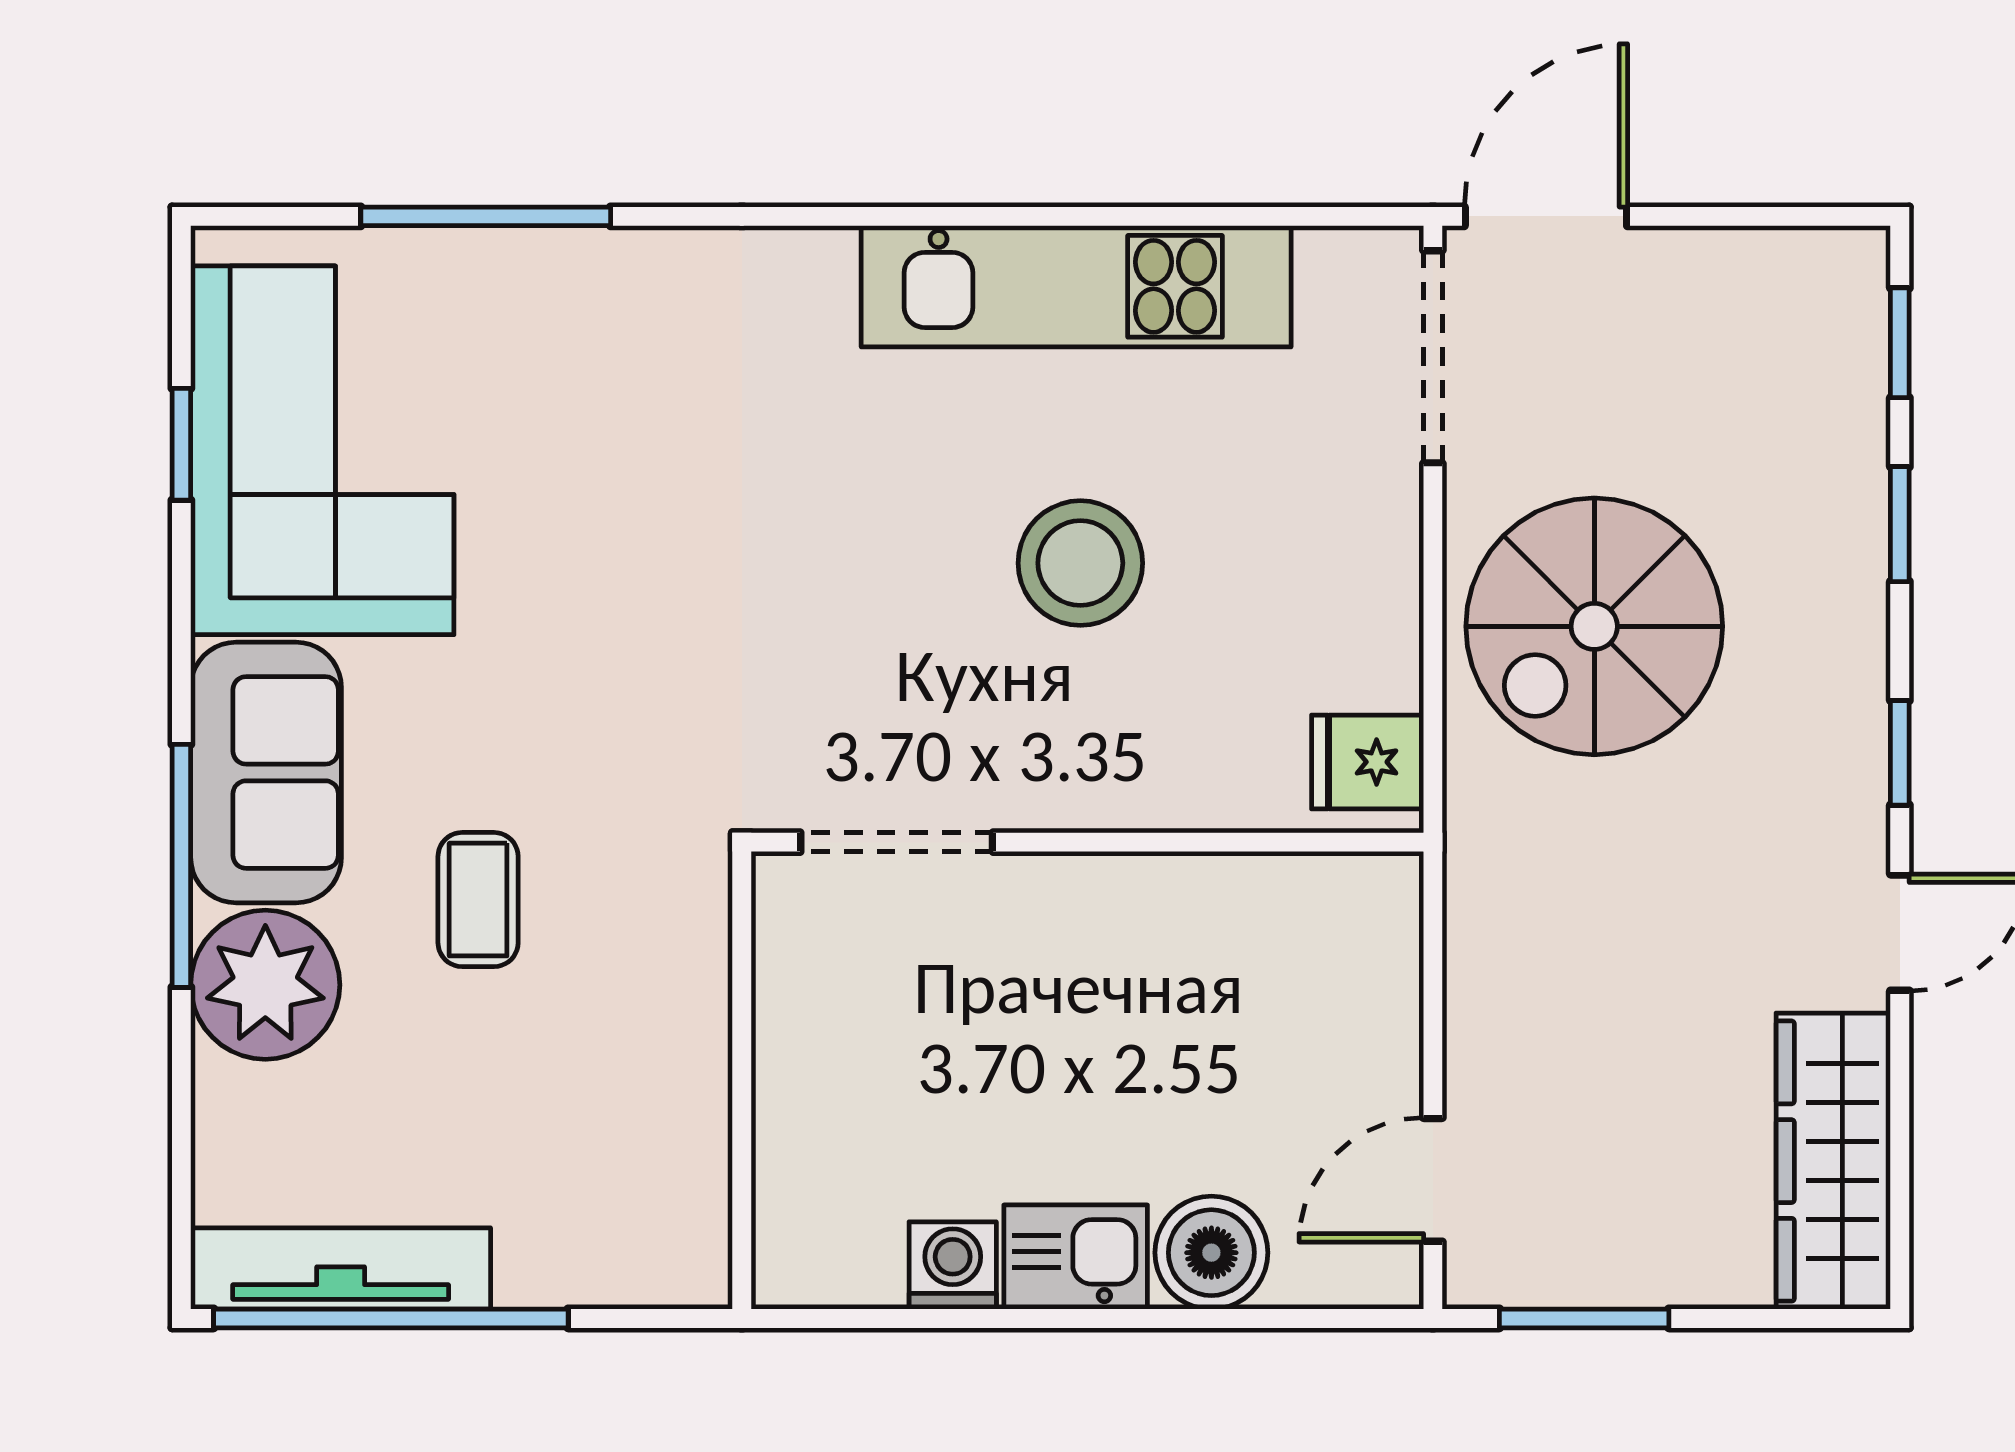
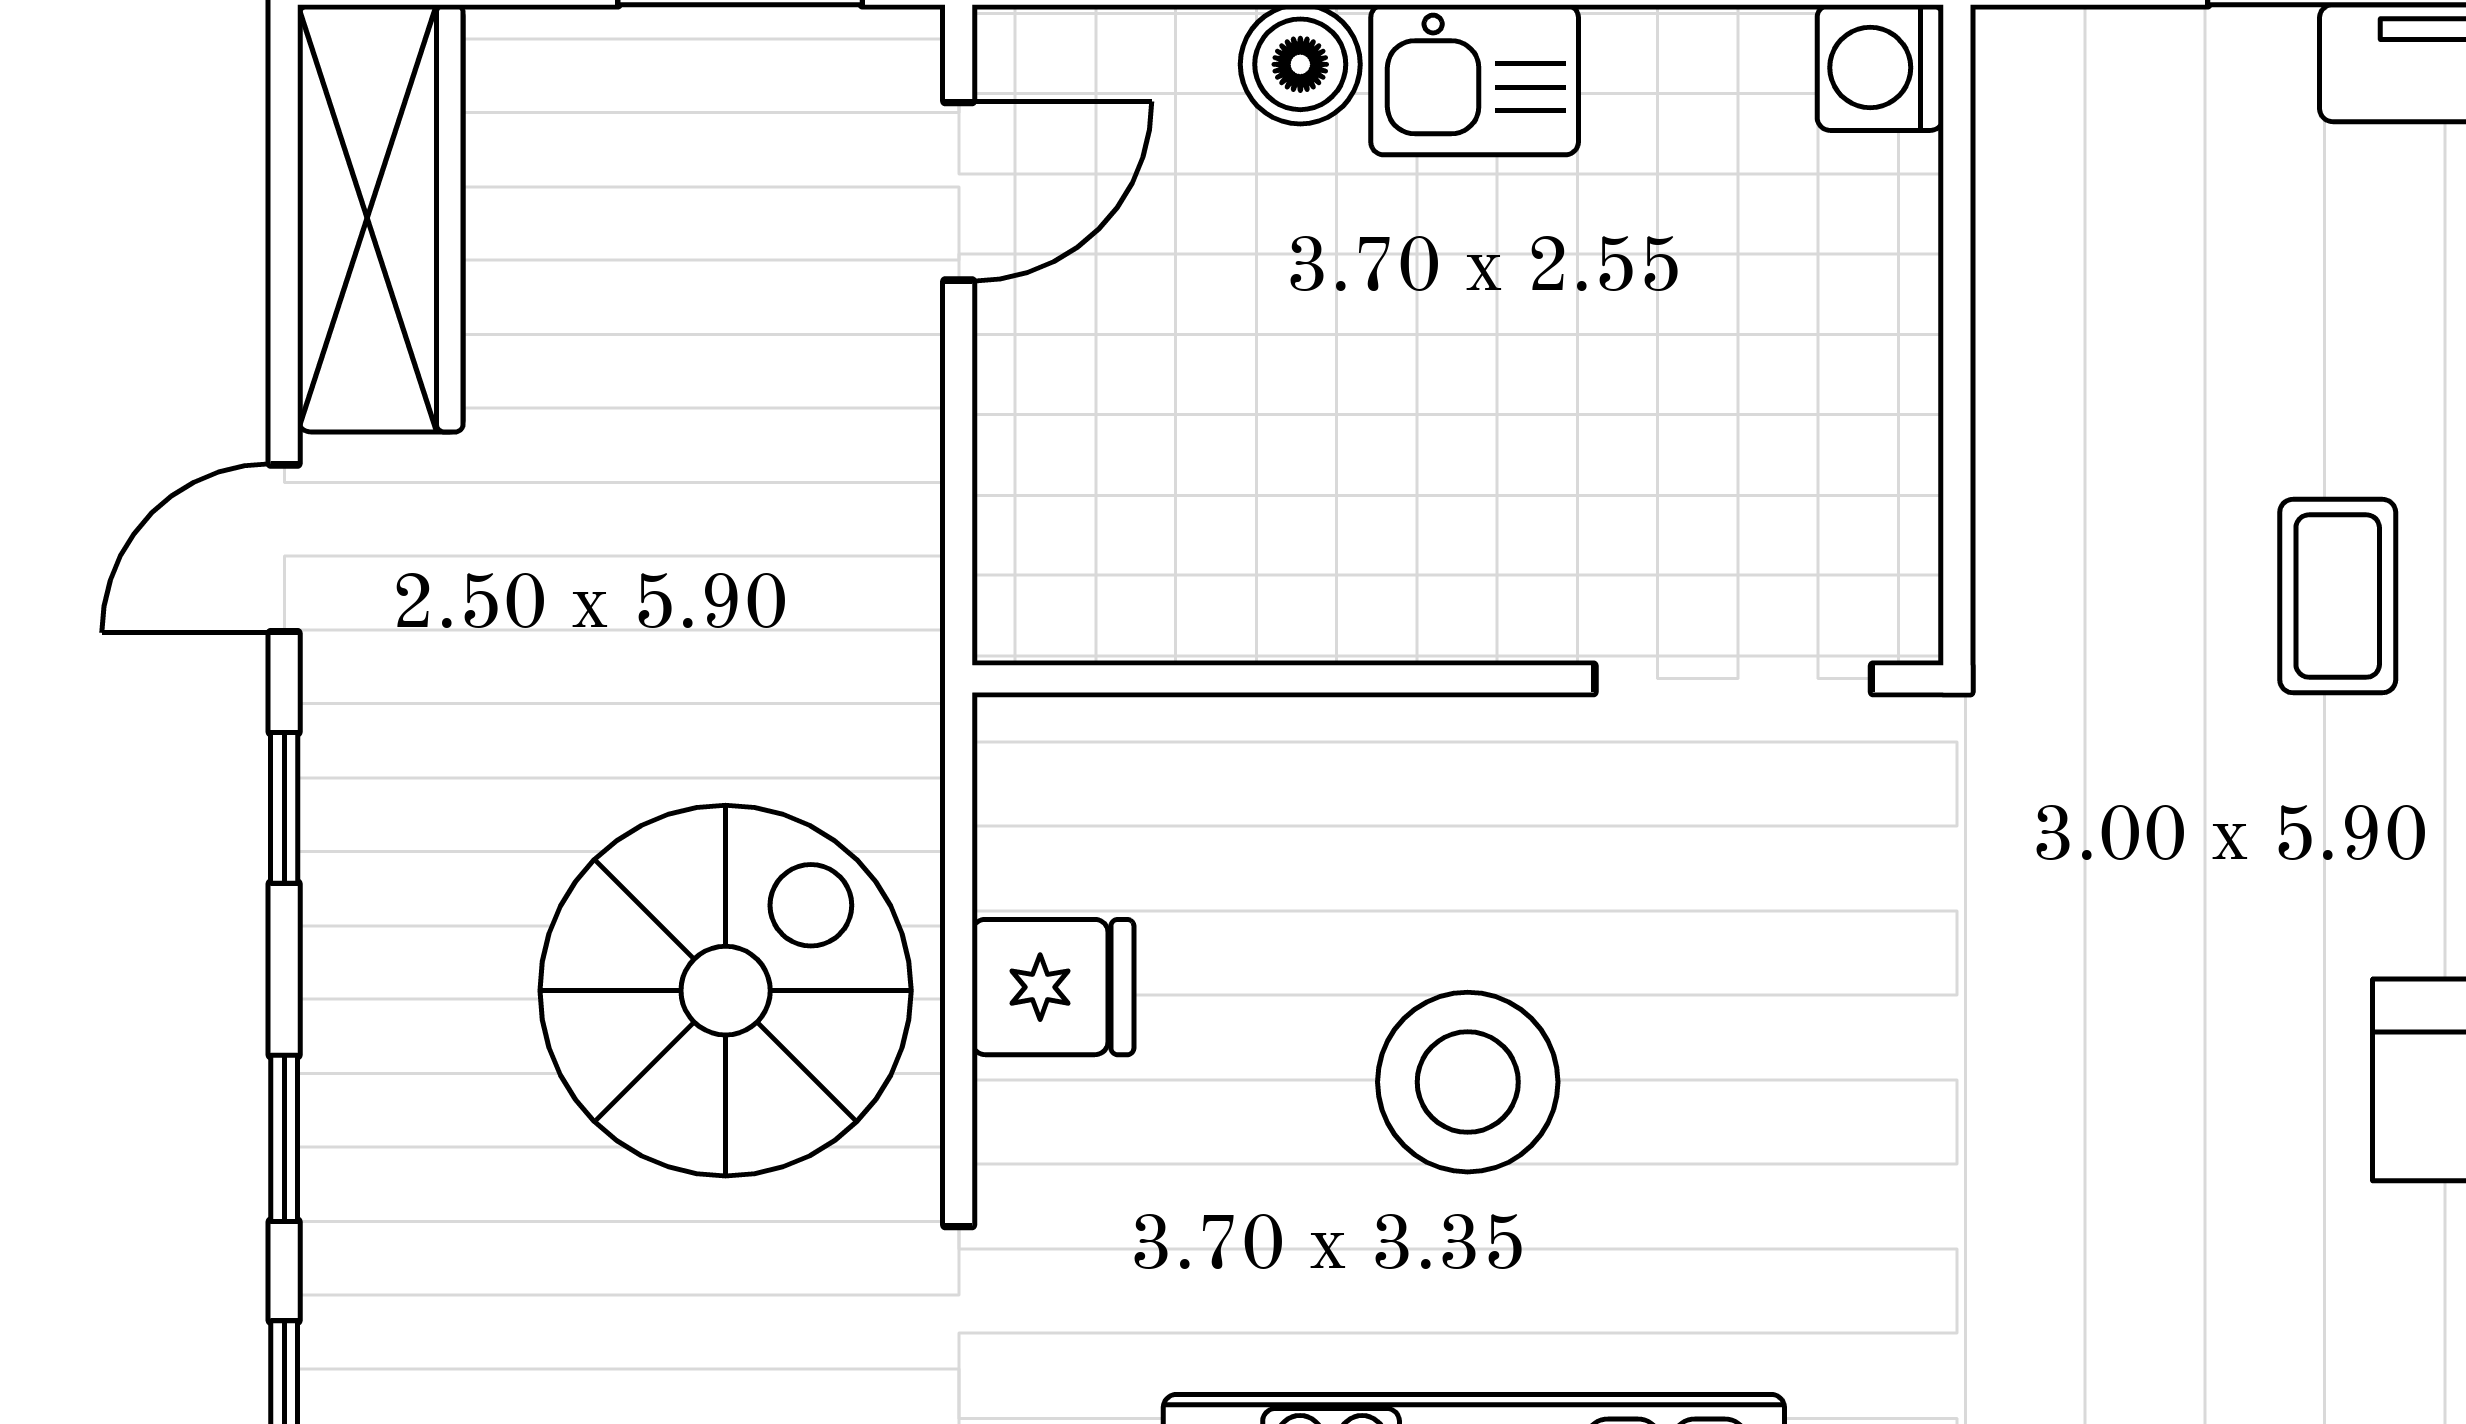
fridge: (1368, 762) -> (1053, 987), moved
boiler: (1211, 1253) -> (1300, 64), width x0.73, depth x0.73
washing machine: (953, 1265) -> (1880, 68), moved, turned 90

